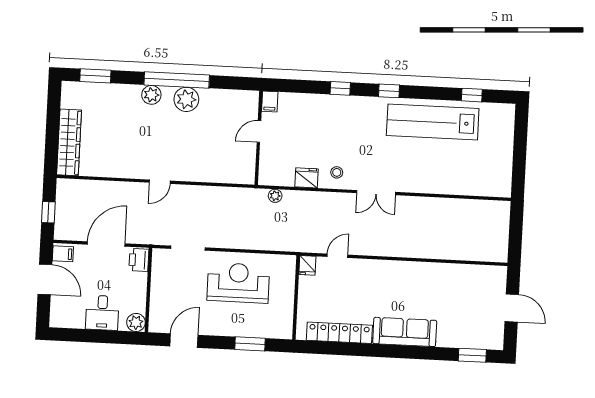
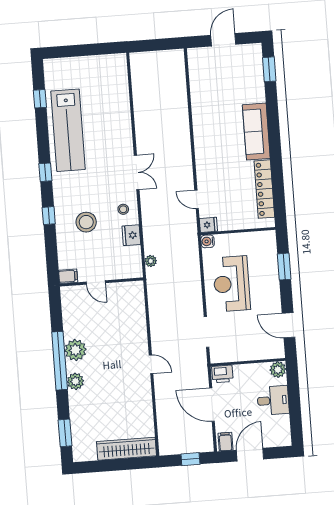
stool: (328, 129) -> (86, 222), added
water cooler: (289, 262) -> (208, 241), added

